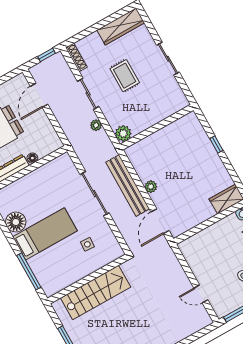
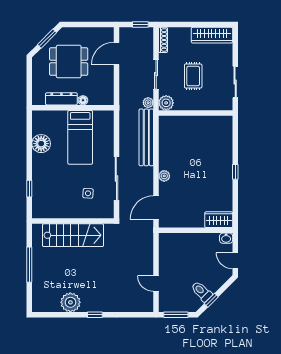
wall: (157, 127) -> (196, 113), moved
plant: (123, 133) -> (166, 103), moved
bench: (128, 186) -> (146, 137), moved
sliding door: (95, 194) -> (116, 178), moved
bed: (45, 234) -> (80, 137), moved, turned 90
window: (29, 271) -> (29, 189), width x0.46

